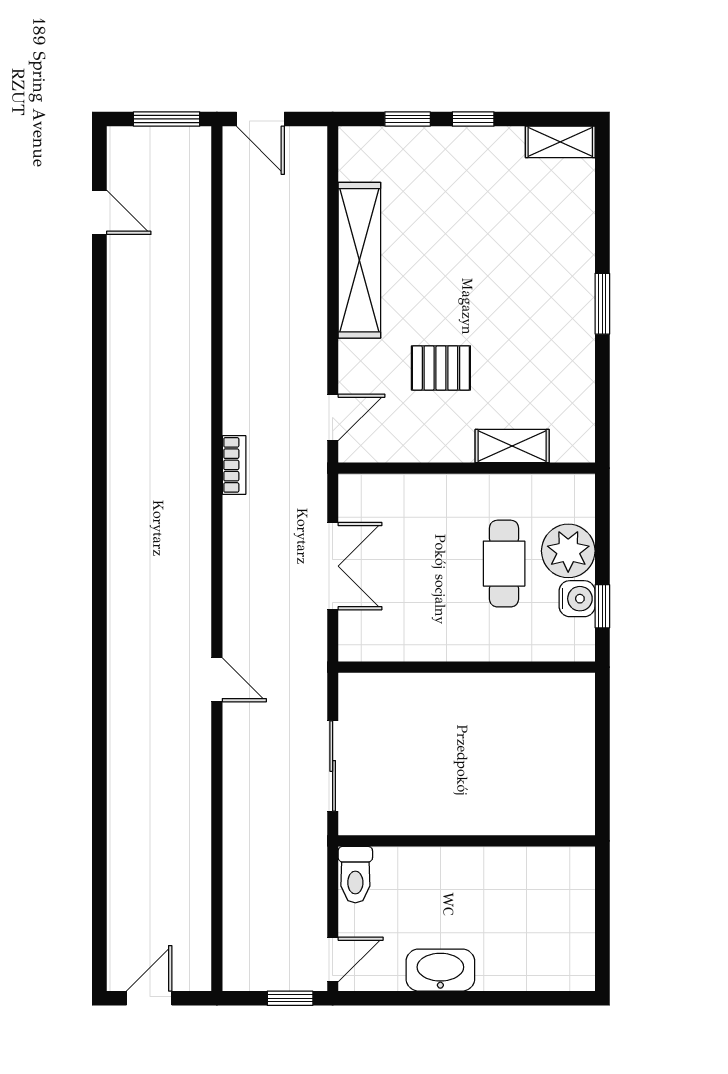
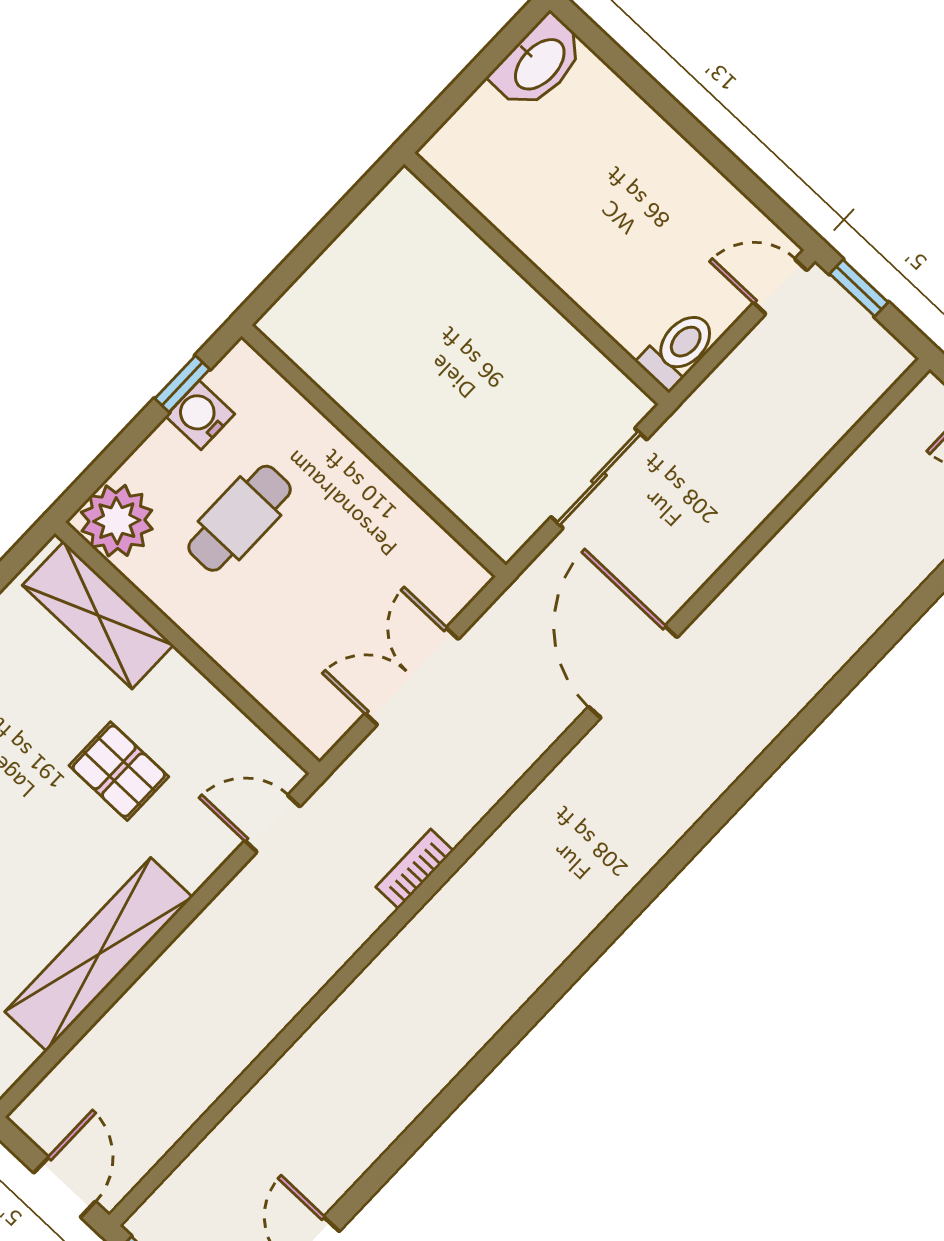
shelving: (512, 446) -> (98, 615), width x1.50, depth x1.33
plant: (568, 551) -> (117, 521), moved
door: (217, 680) -> (633, 672), width x1.87
washbasin: (440, 970) -> (539, 63), moved, turned -90

